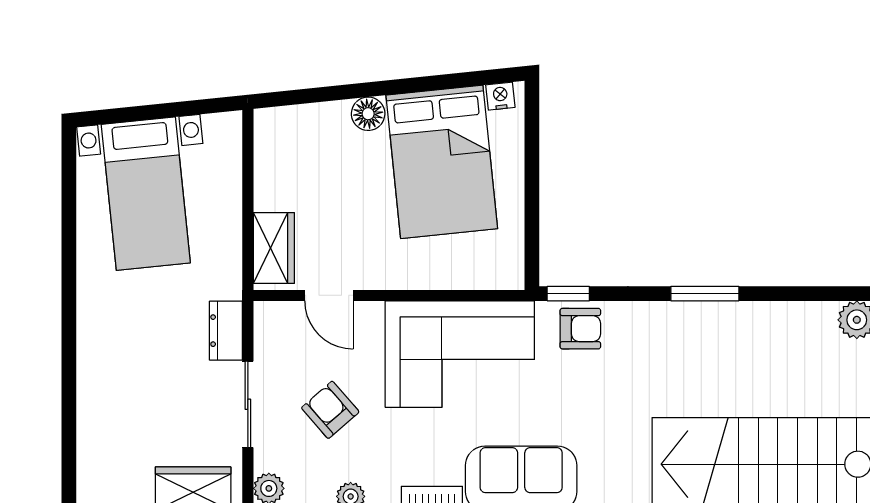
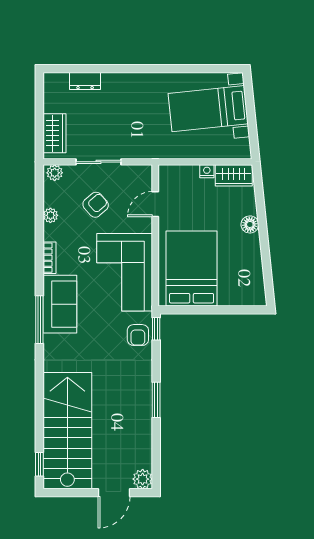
nightstand: (500, 96) -> (207, 171), moved, turned -84
bed: (442, 162) -> (192, 268), moved, turned 96
wardrobe: (274, 248) -> (234, 175), moved
dresser: (226, 331) -> (85, 81), moved, turned 180

